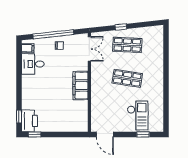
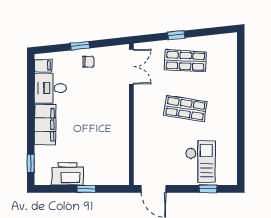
window: (53, 34) -> (80, 46), width x0.32
filing cabinet: (80, 86) -> (45, 125), moved, turned 180
printer: (29, 121) -> (68, 174), moved, turned -90
window: (35, 134) -> (86, 189), moved

